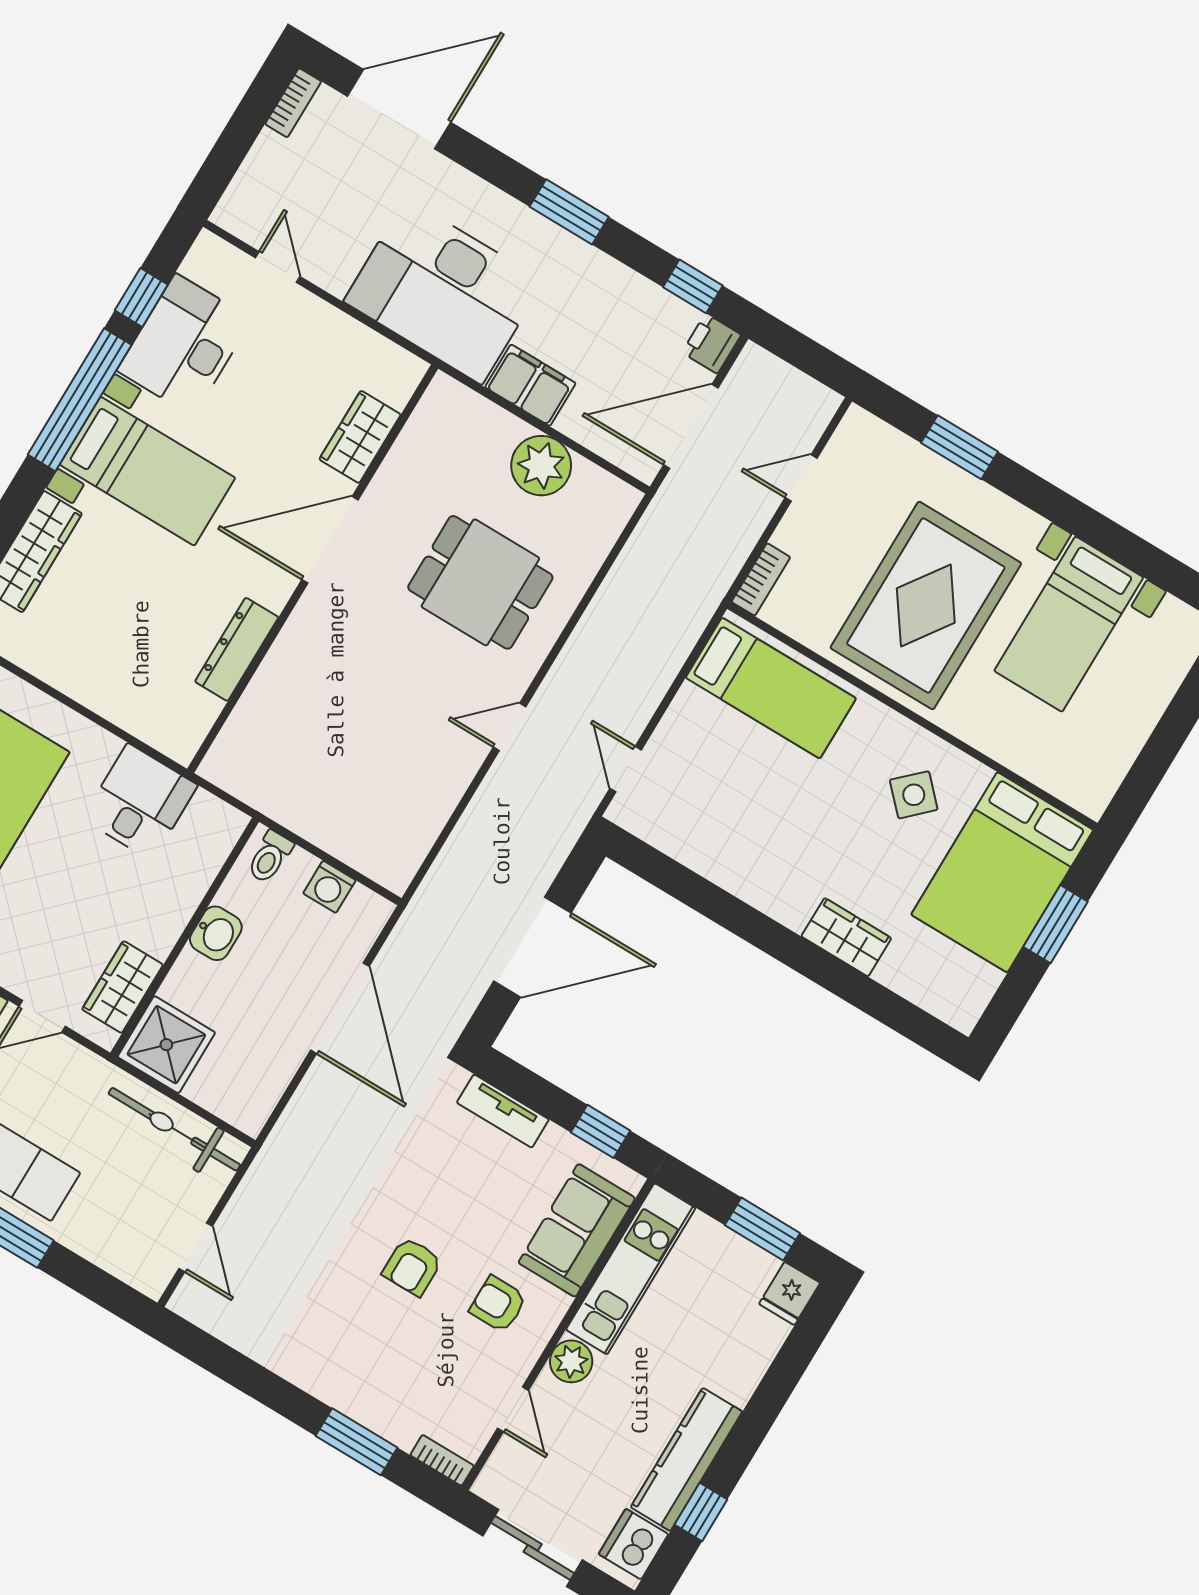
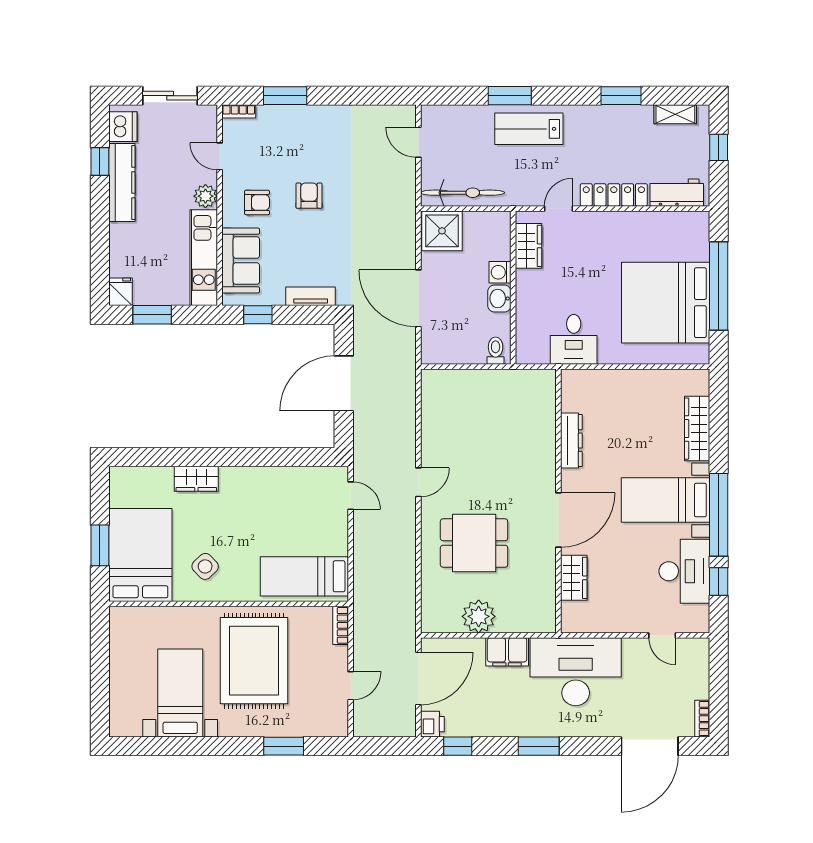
washing machine: (329, 887) -> (500, 272), moved, turned -90
shower: (166, 1045) -> (442, 231), moved

